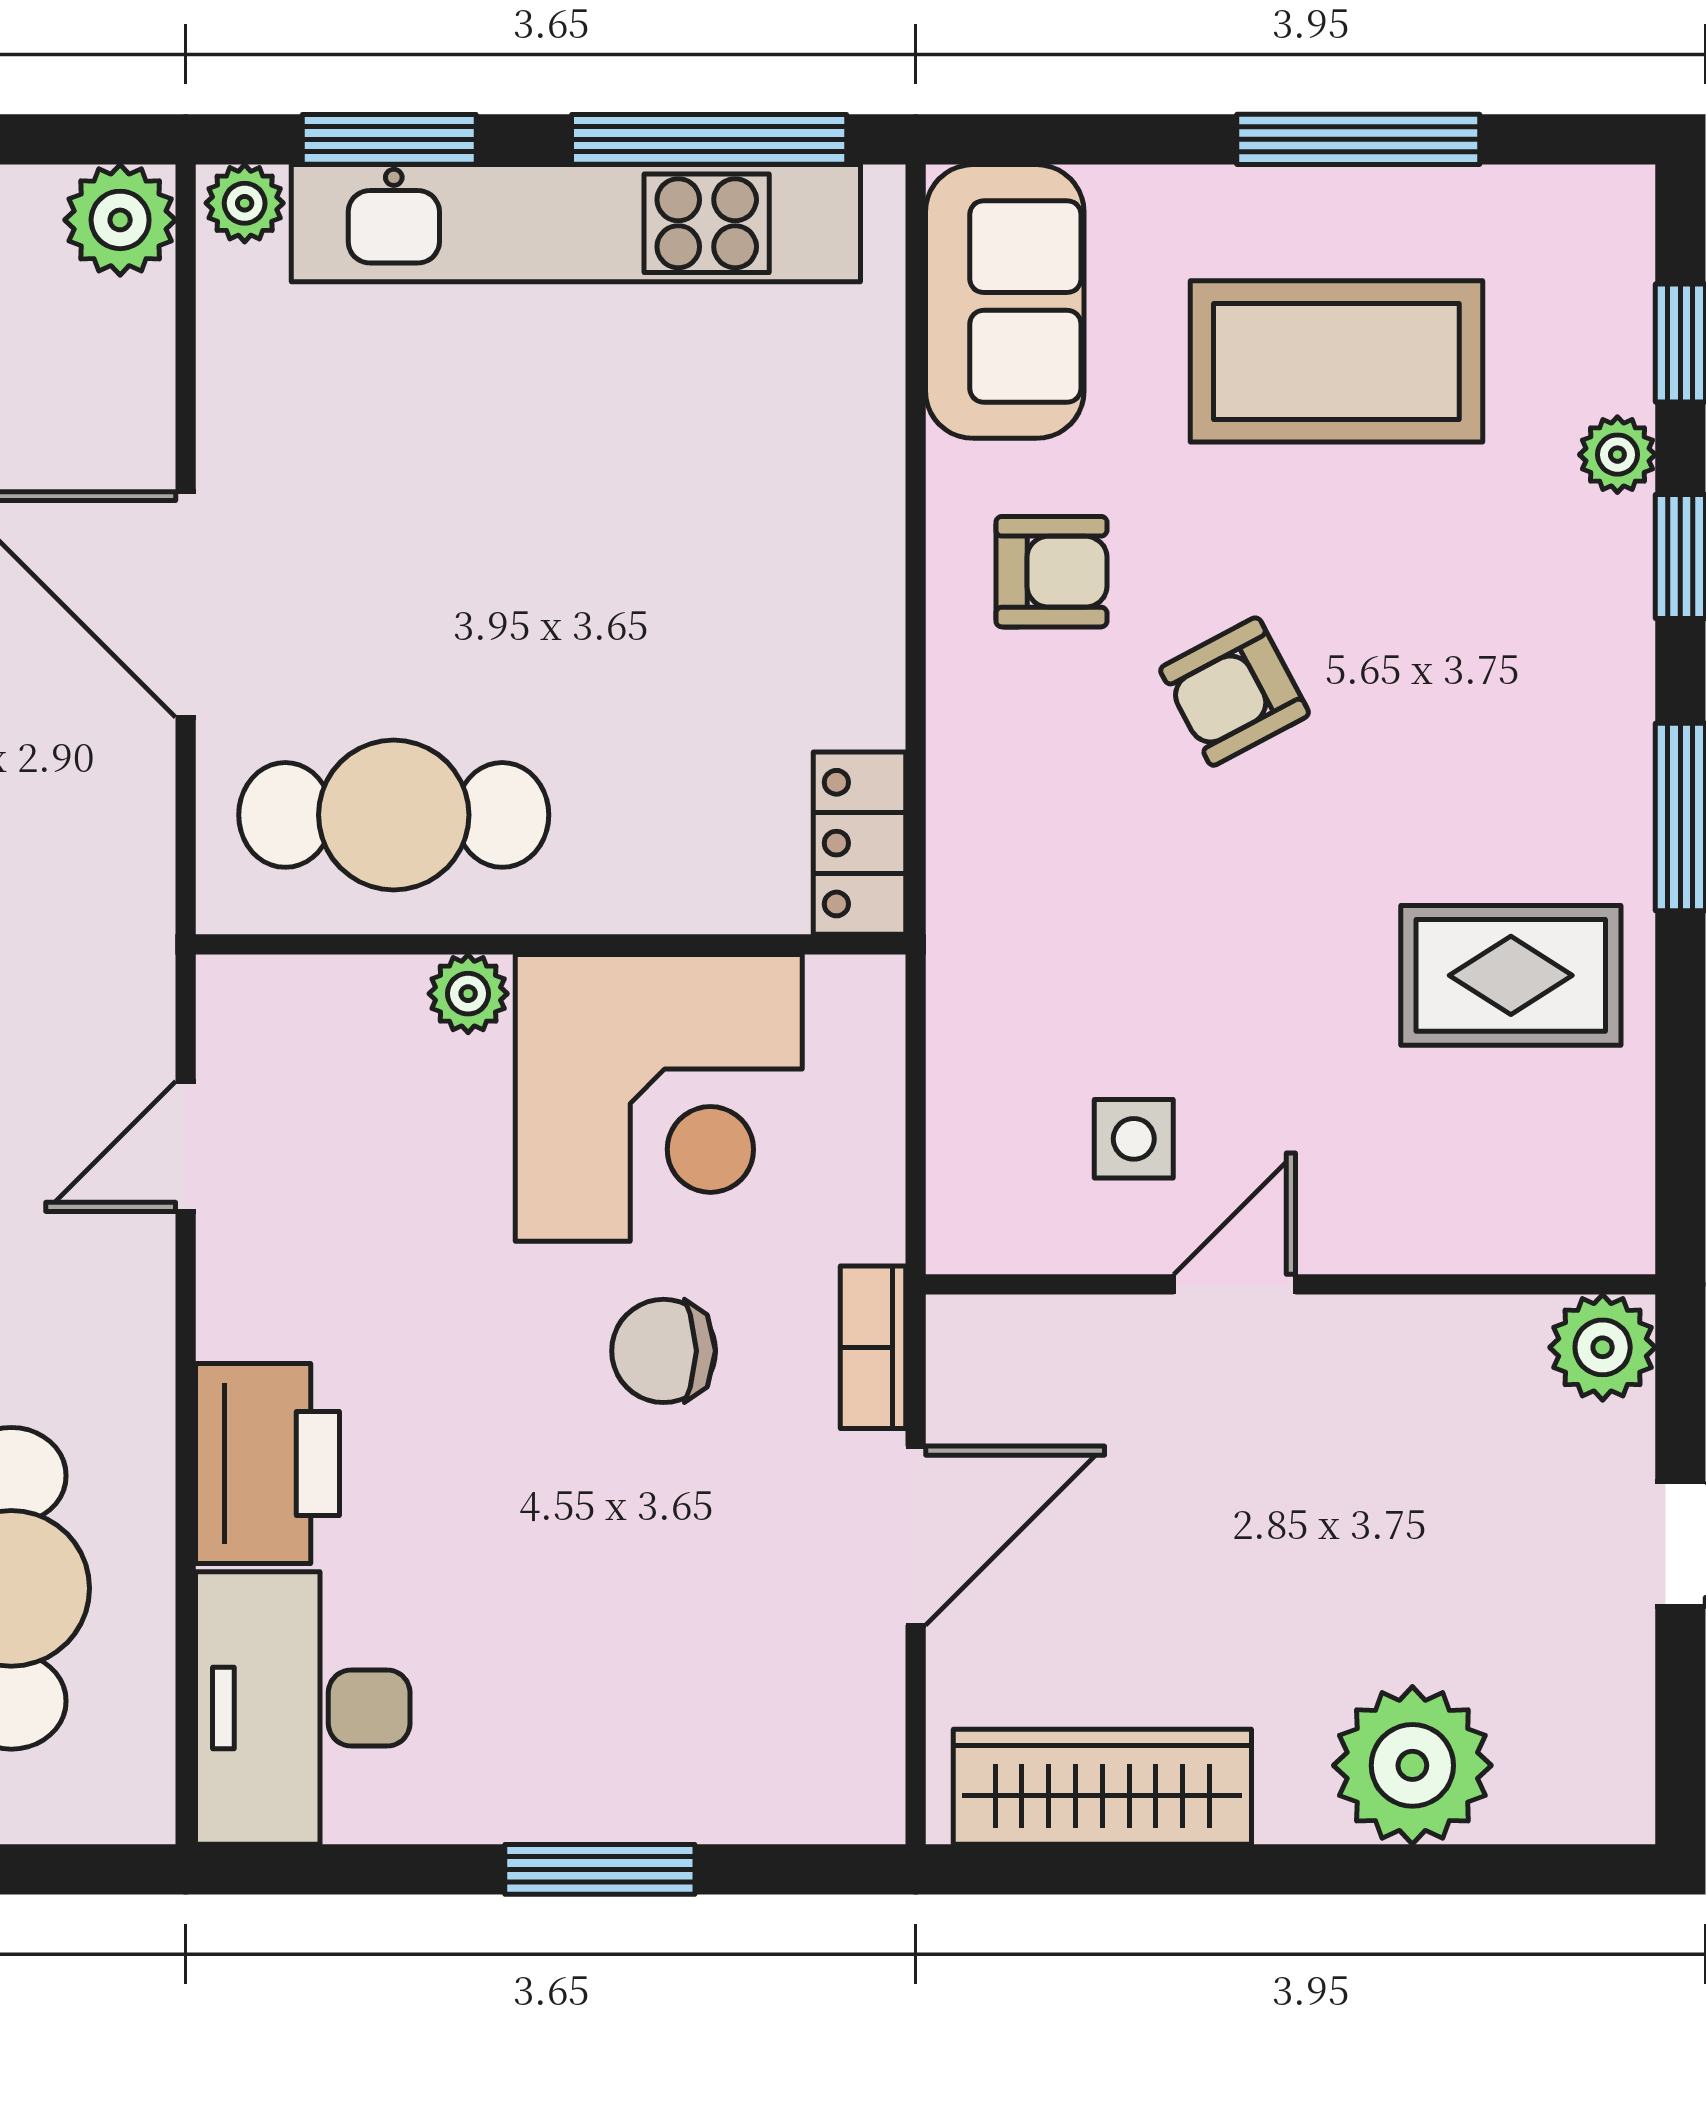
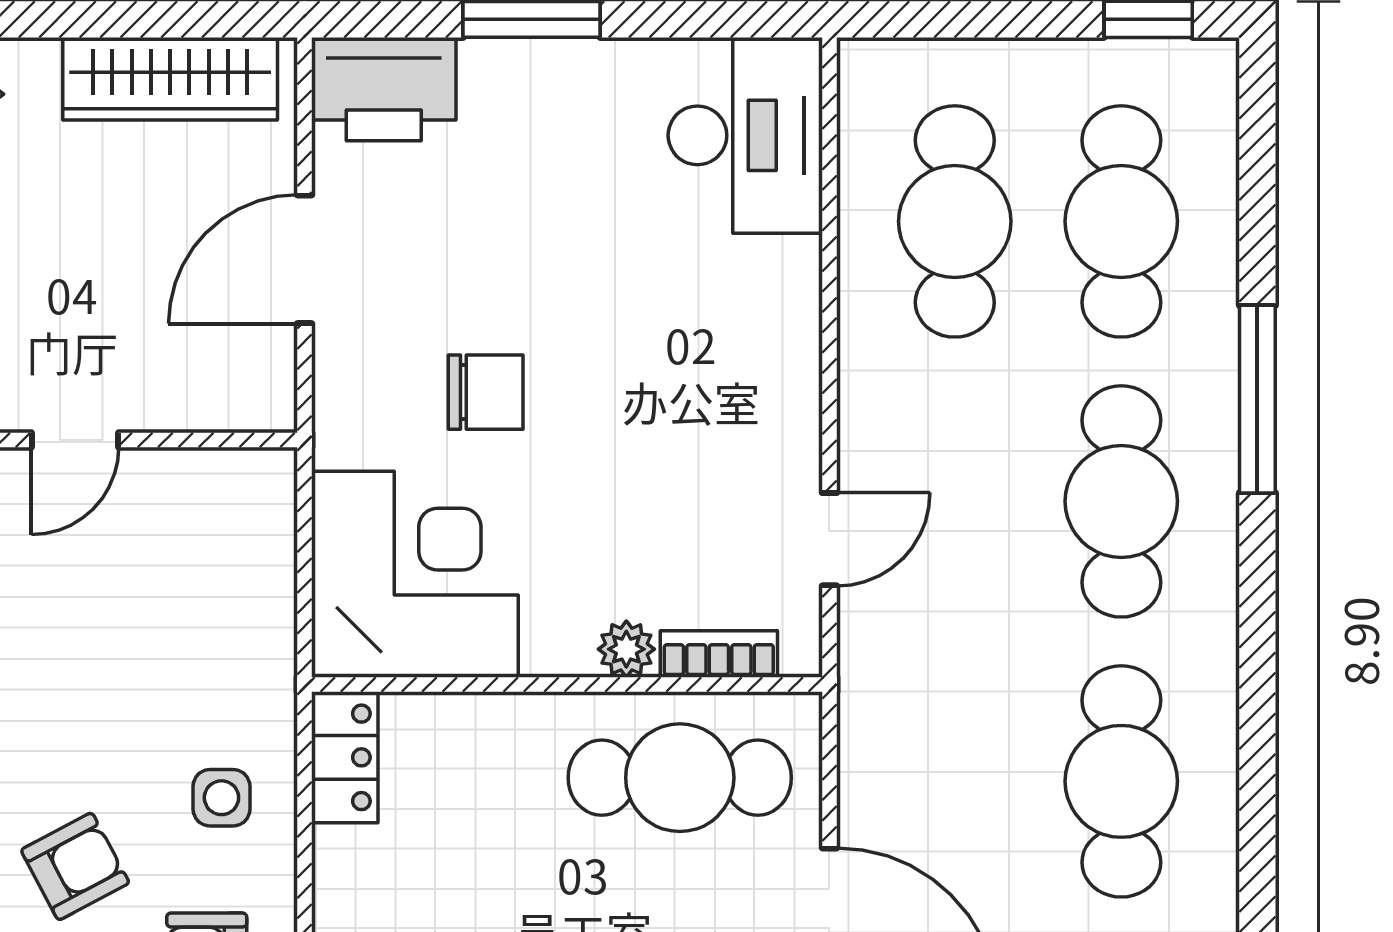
corner desk: (659, 1098) -> (415, 574), moved, turned 90
side table: (1134, 1139) -> (221, 798), moved
bookcase: (873, 1347) -> (719, 654), moved, turned -90
printer: (268, 1463) -> (384, 89), moved, turned -90

